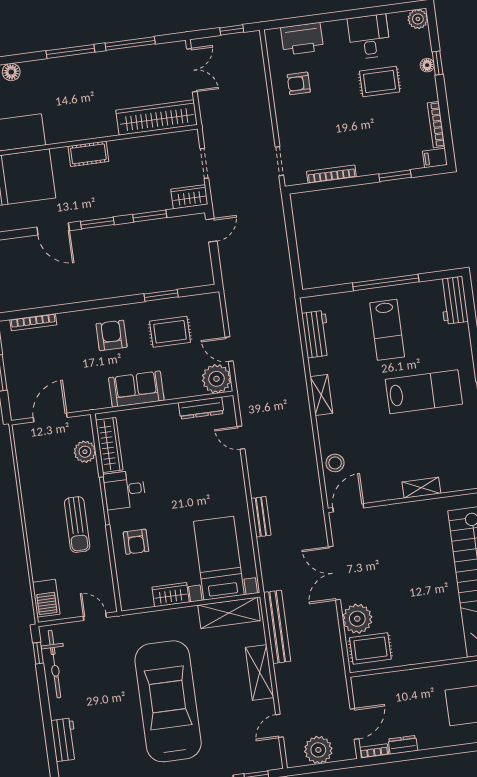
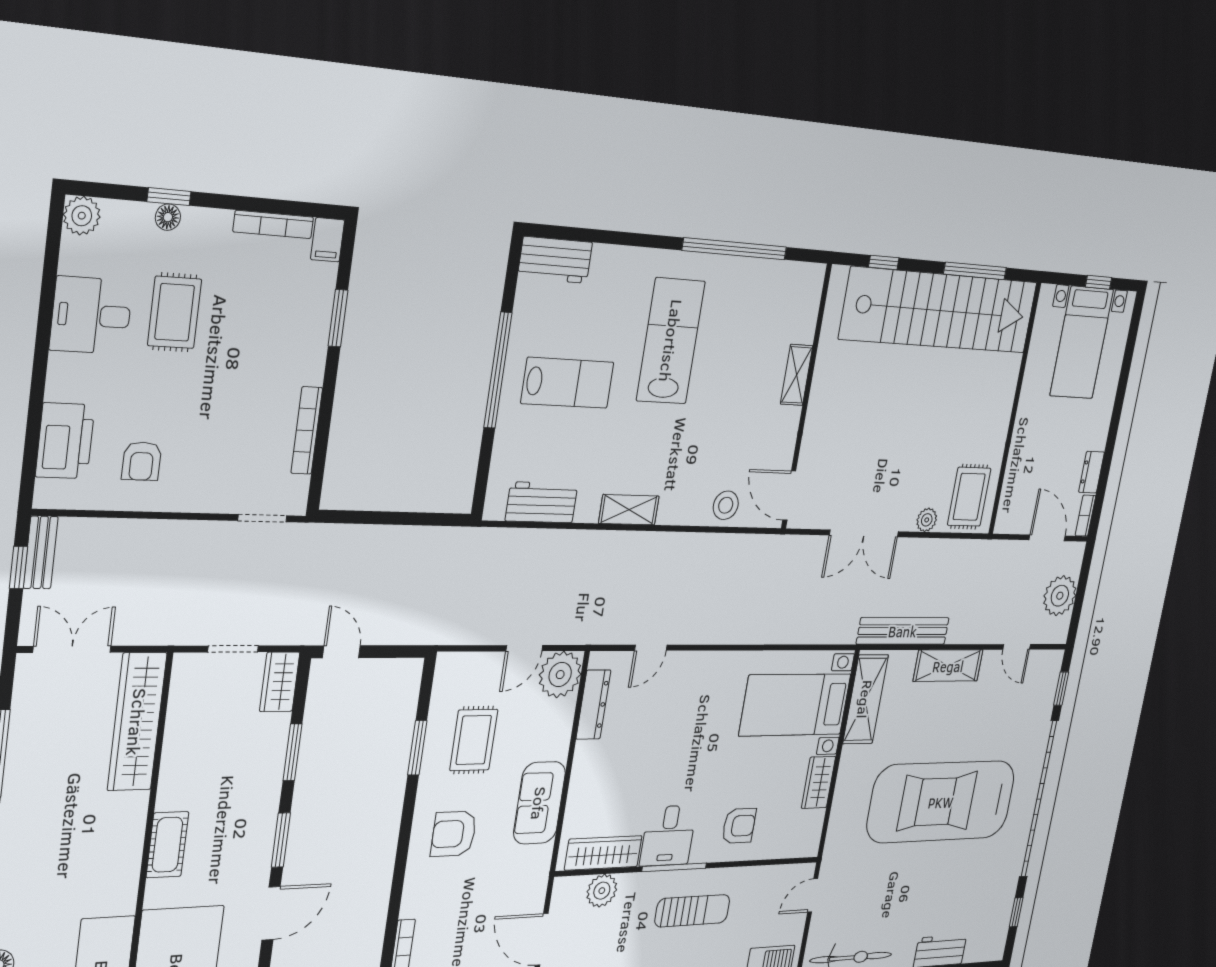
bench: (261, 517) -> (41, 553), moved, turned 90
plant: (357, 619) -> (927, 520), width x0.53, depth x0.53

